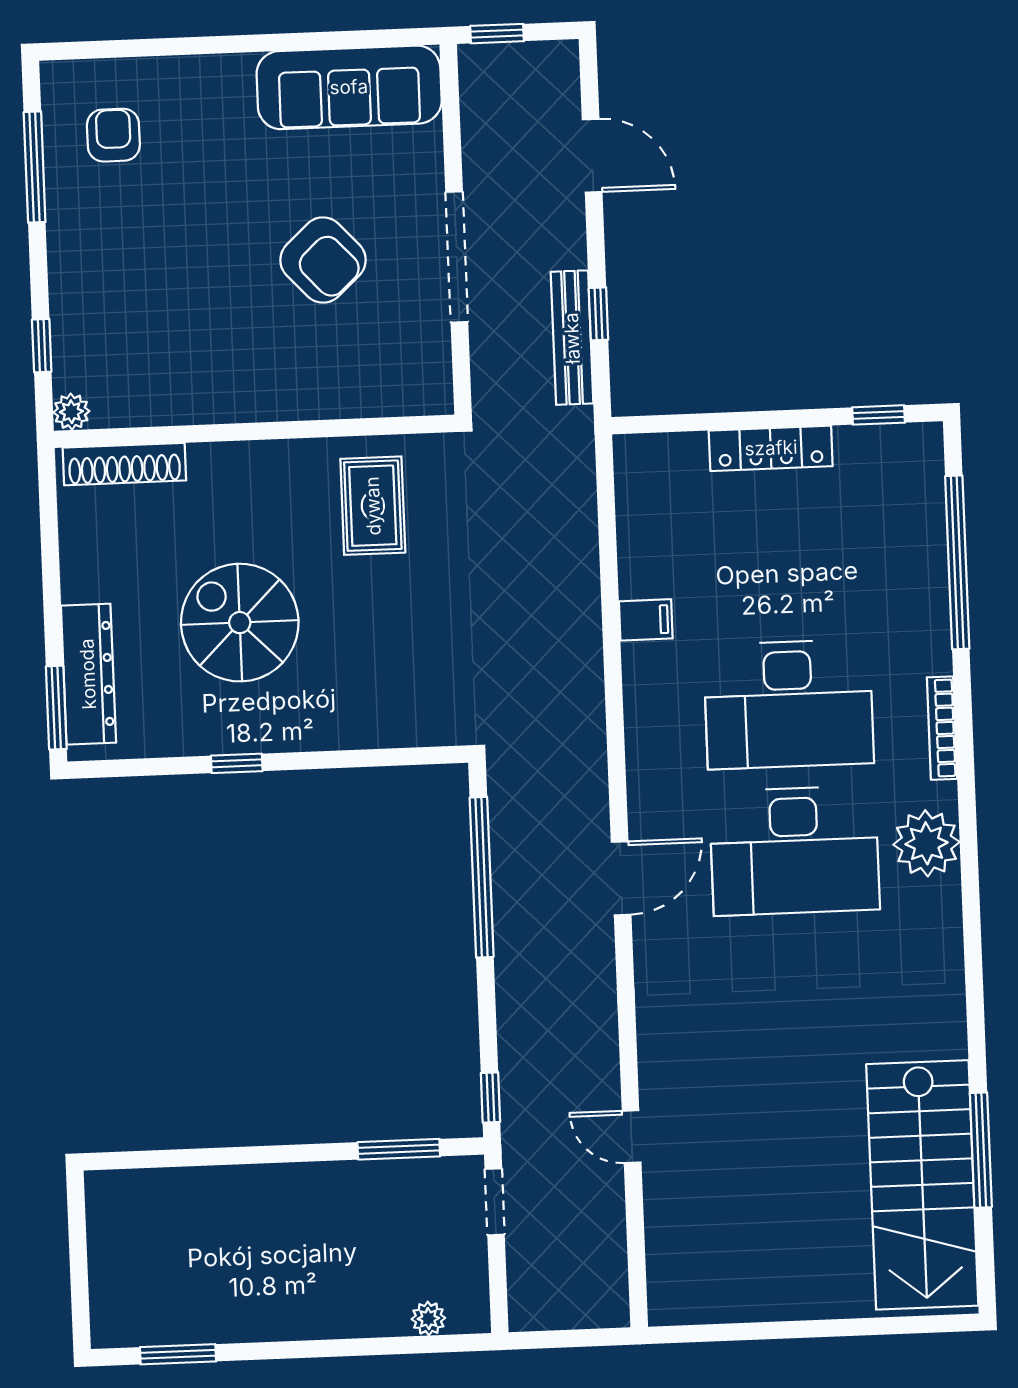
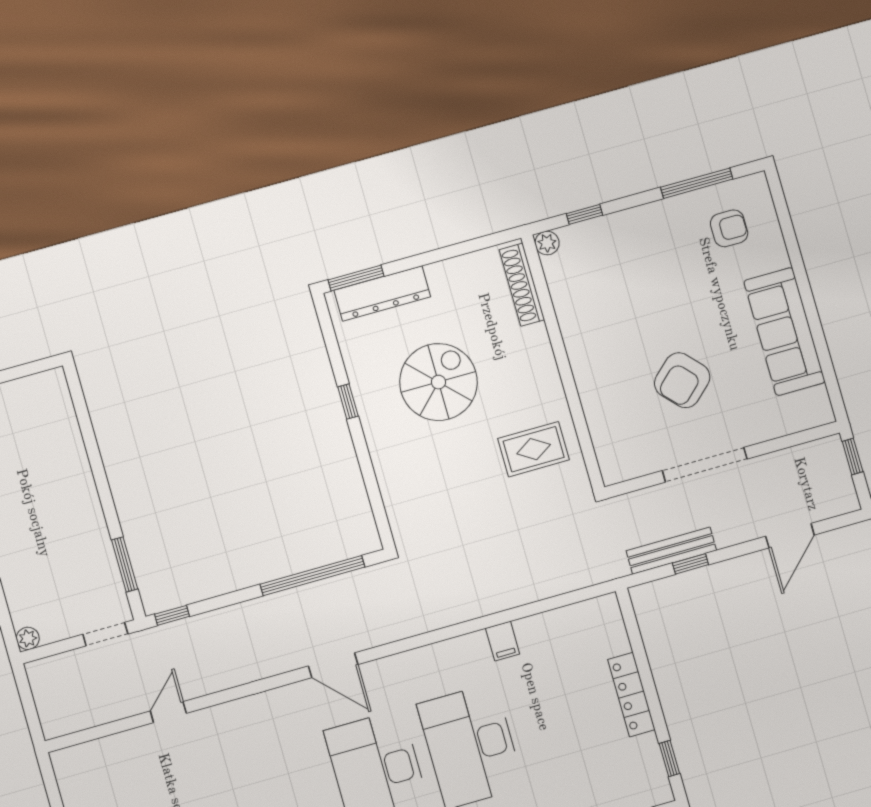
sofa: (349, 87) -> (784, 332), moved
plant: (428, 1319) -> (28, 638), moved

